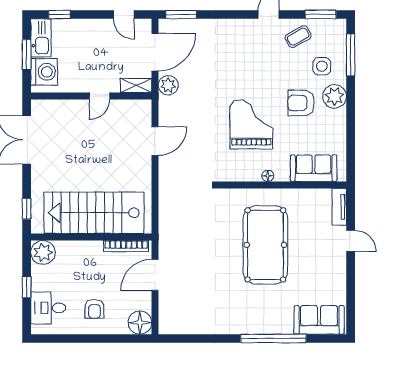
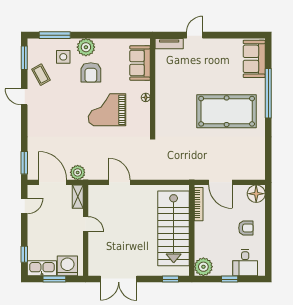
pool table: (265, 245) -> (227, 111), moved

